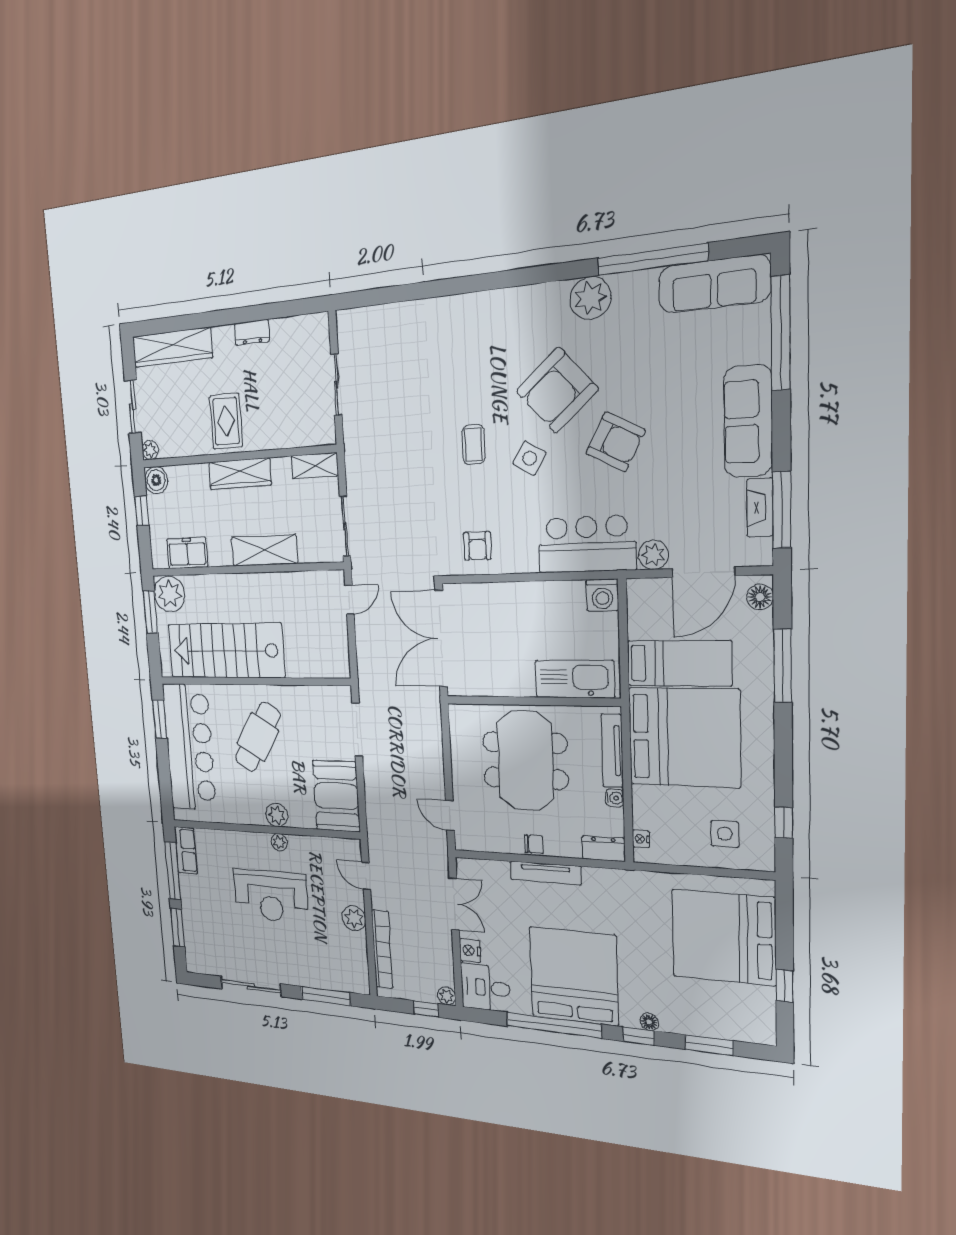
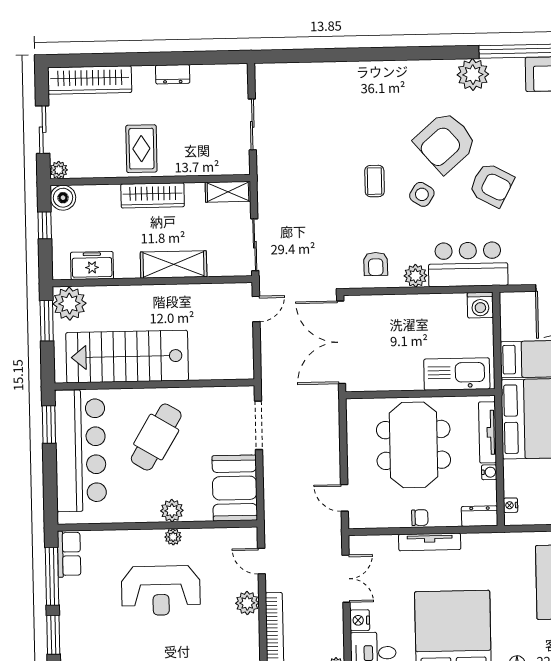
plant: (653, 555) -> (416, 276), moved

